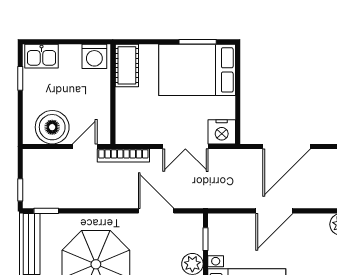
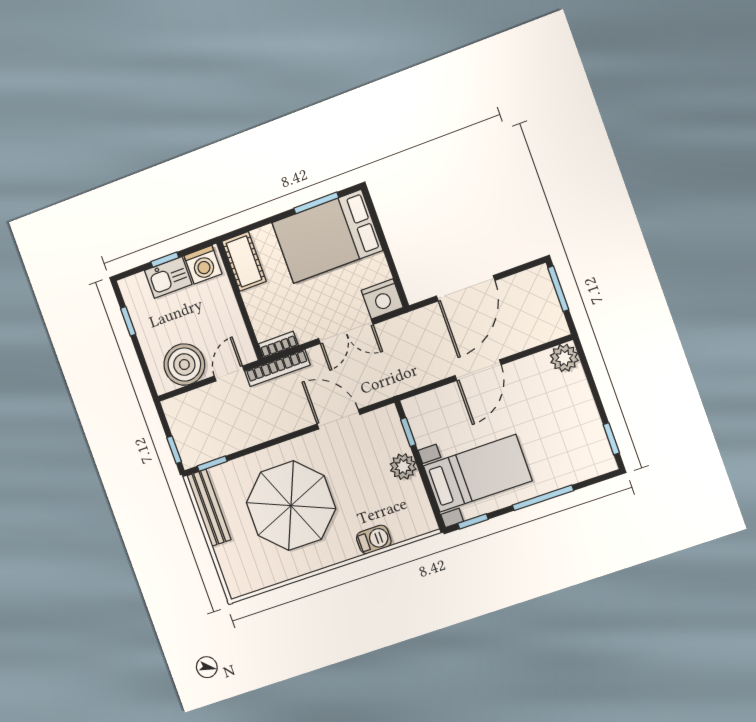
window: (66, 42) -> (165, 260), added
kitchen sink: (41, 56) -> (168, 277), moved
bookcase: (130, 138) -> (278, 345), added

